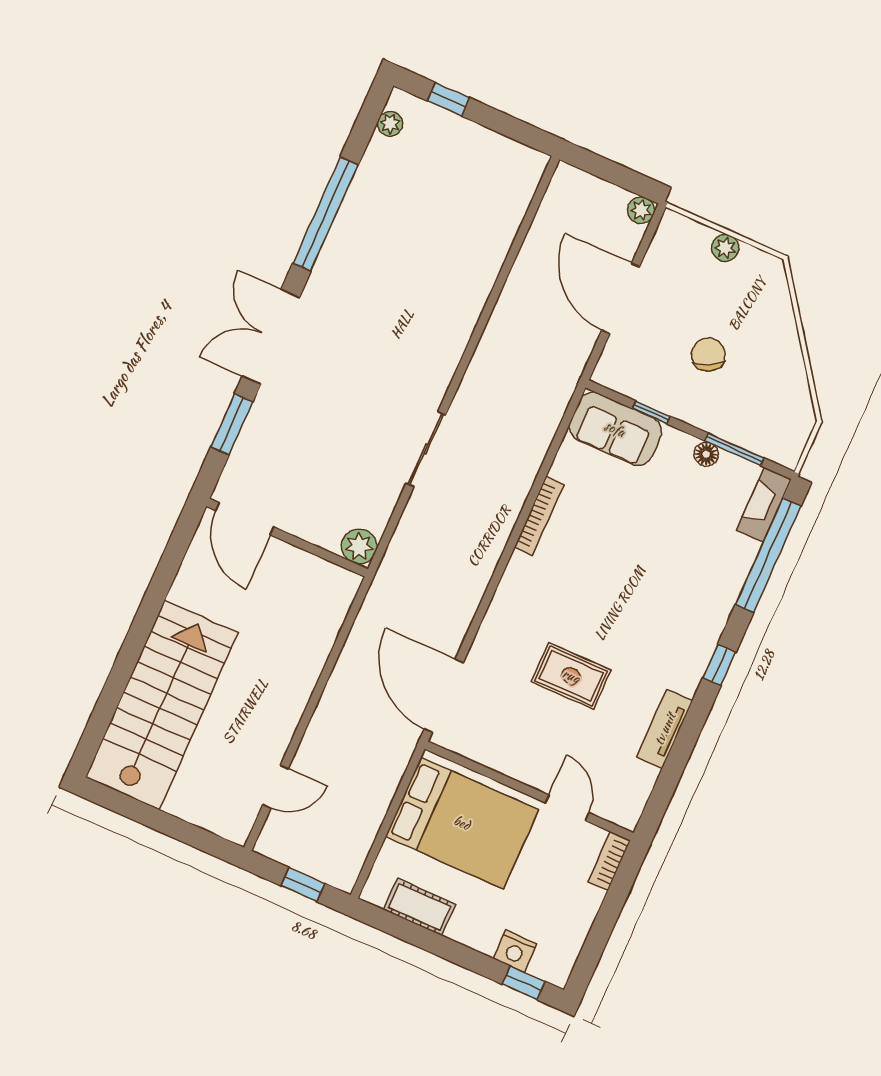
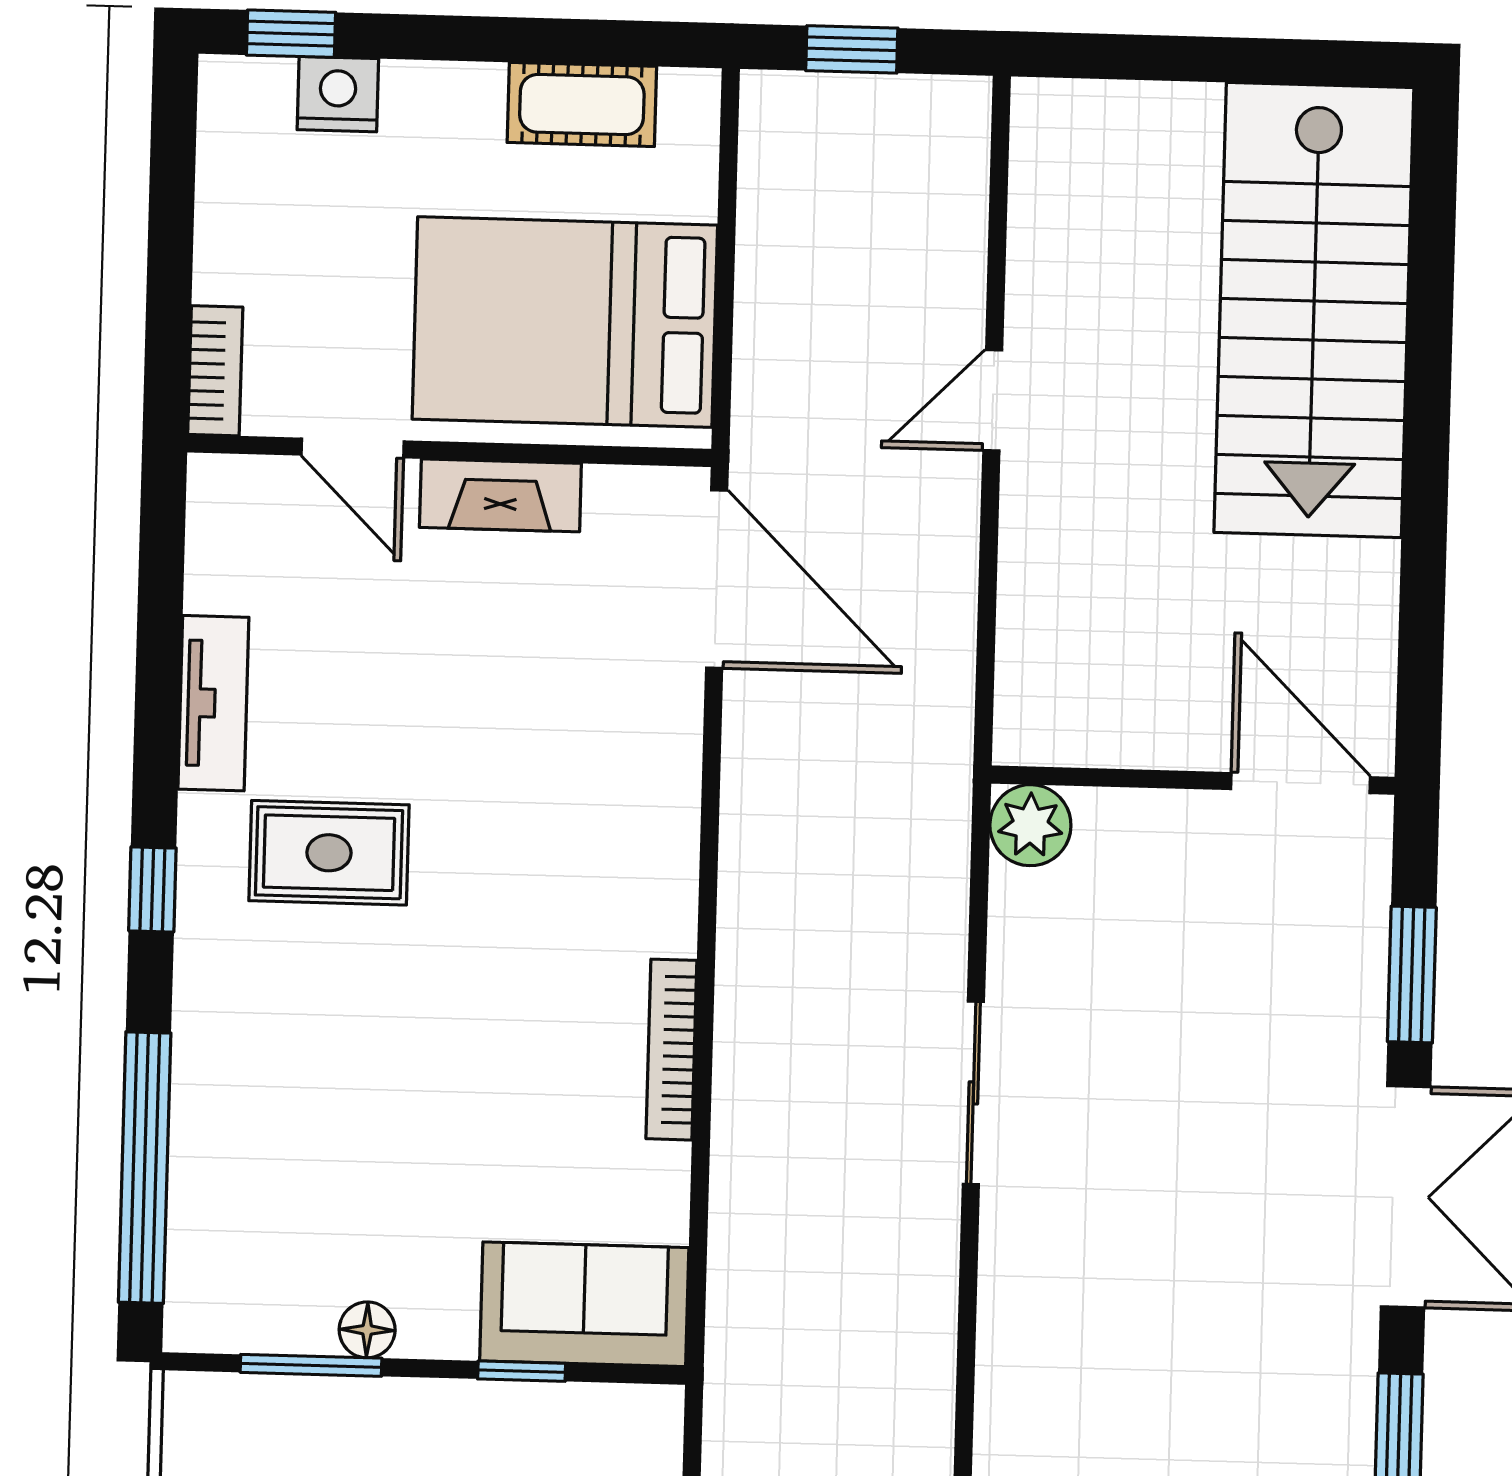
fireplace: (764, 505) -> (500, 495), moved, turned 90
rug: (571, 676) -> (329, 853), moved
door: (276, 787) -> (993, 400), moved

